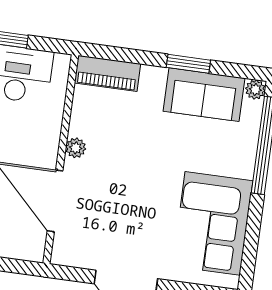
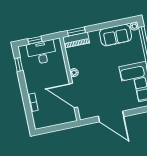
window: (188, 64) -> (76, 32), moved

